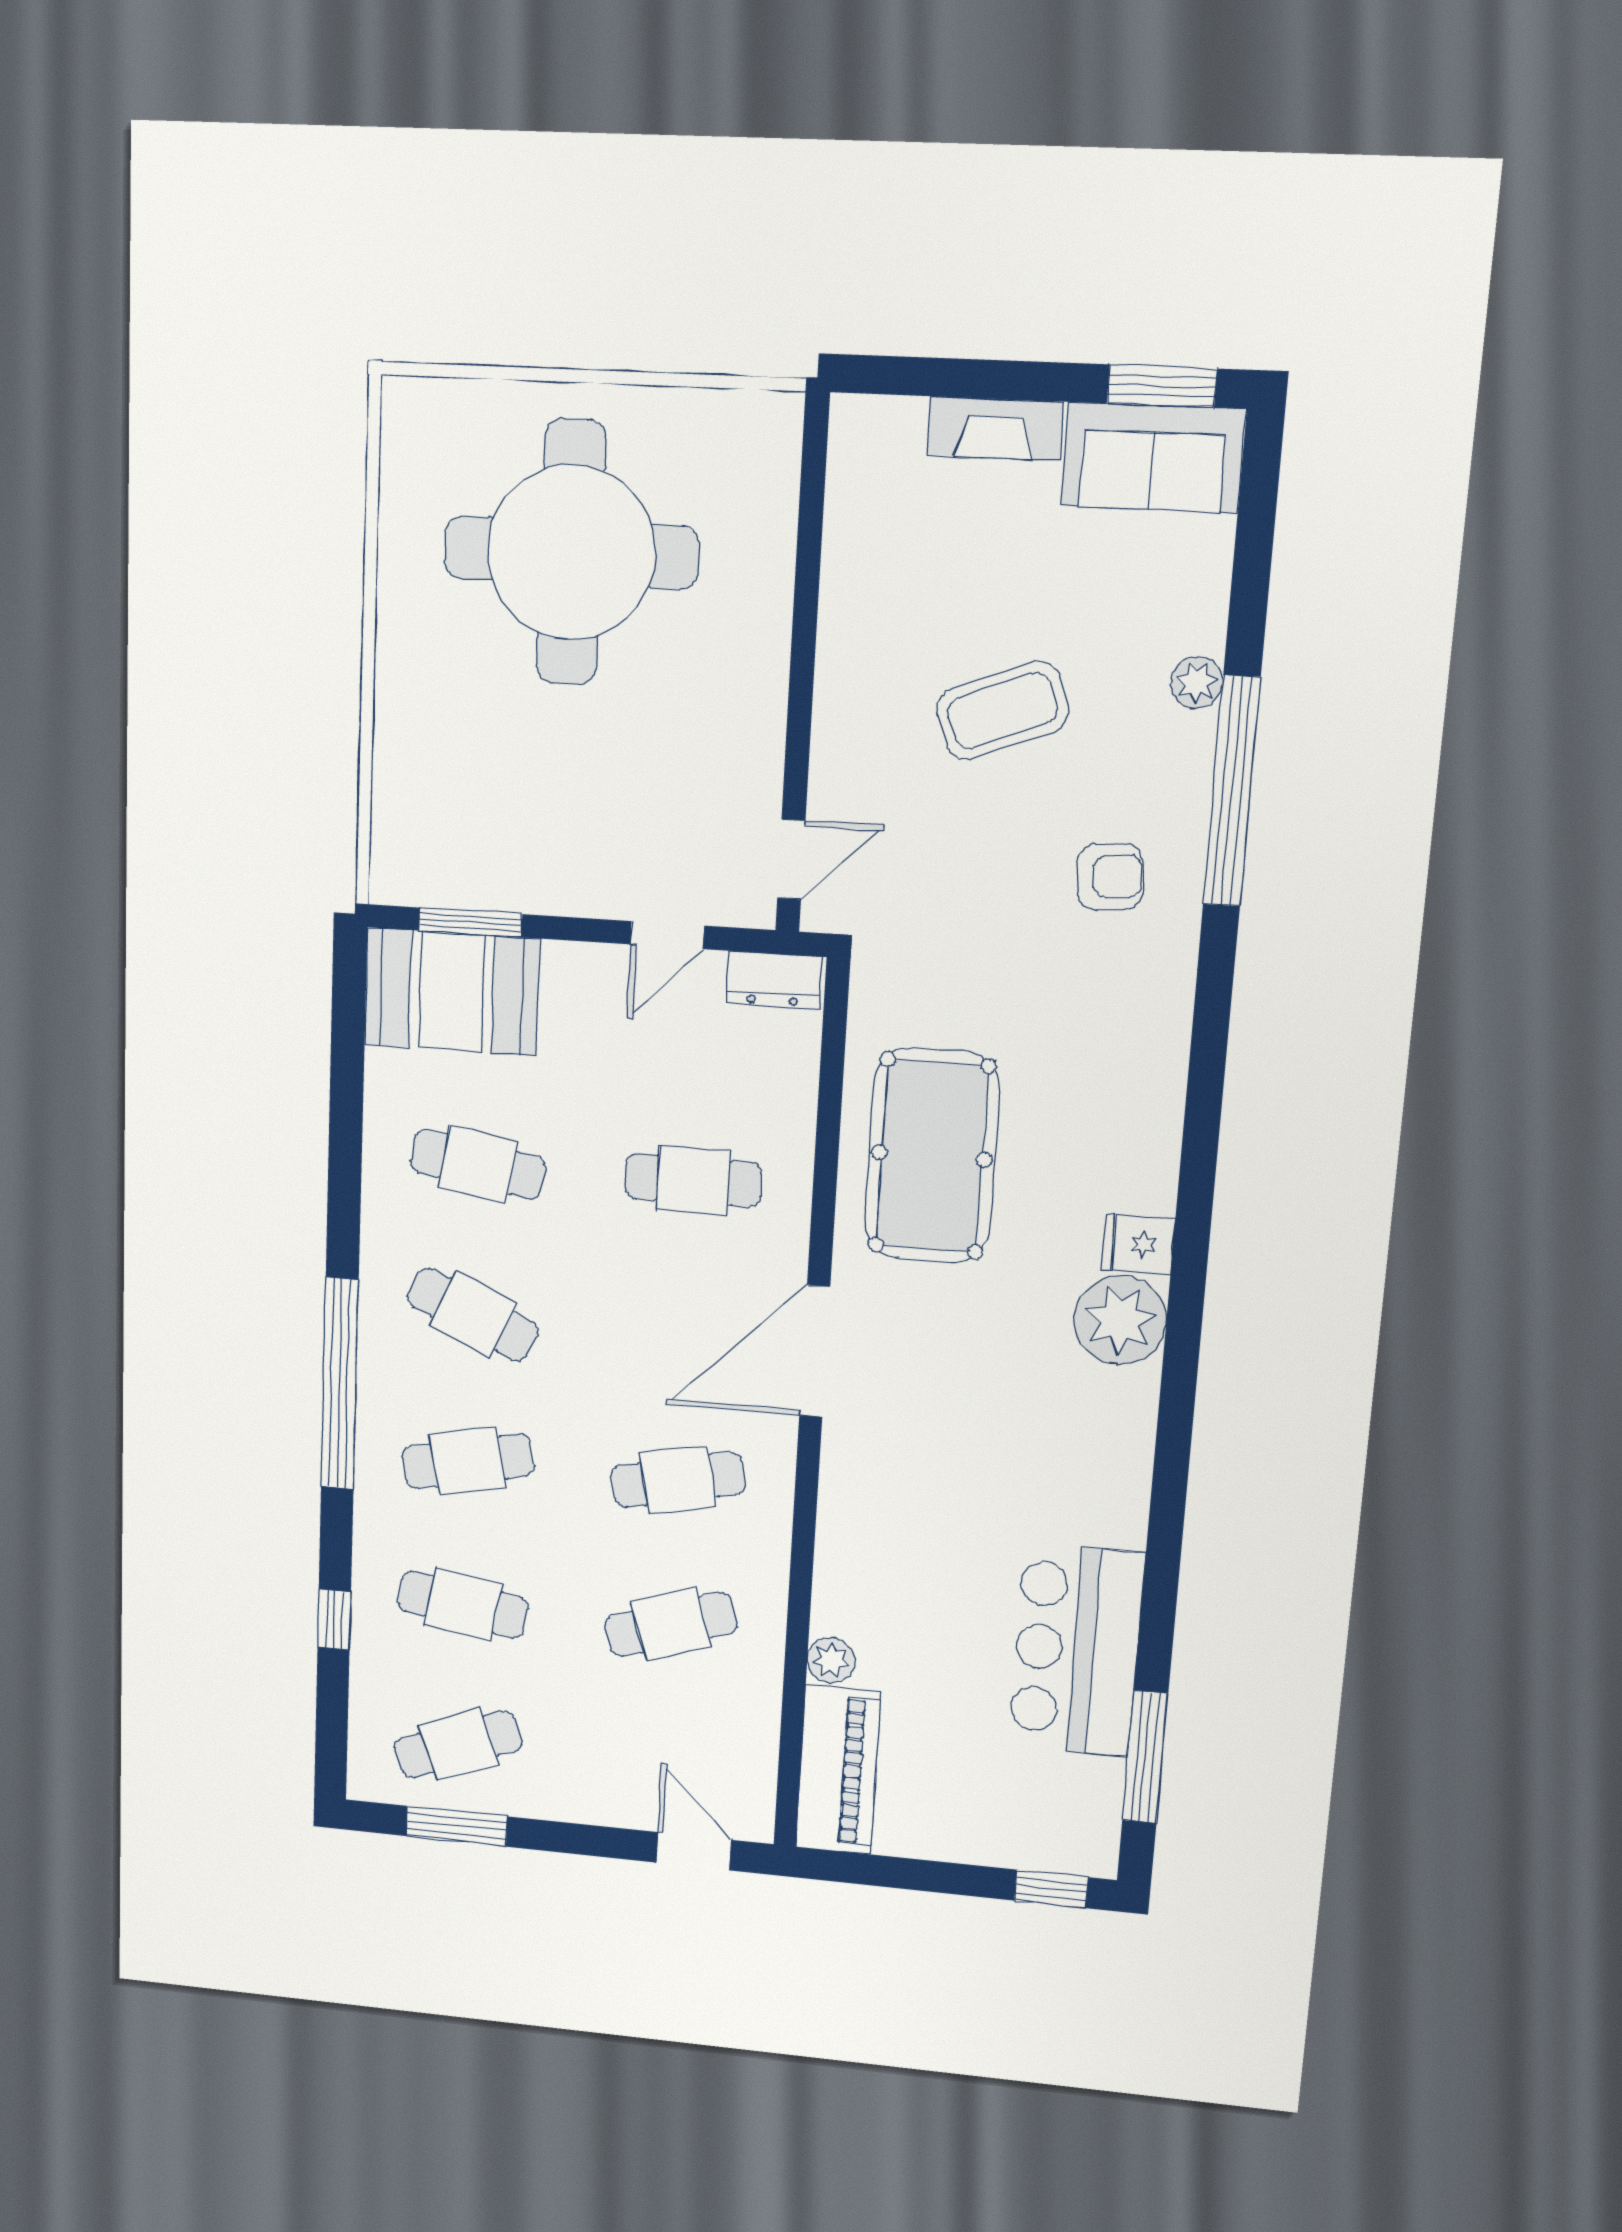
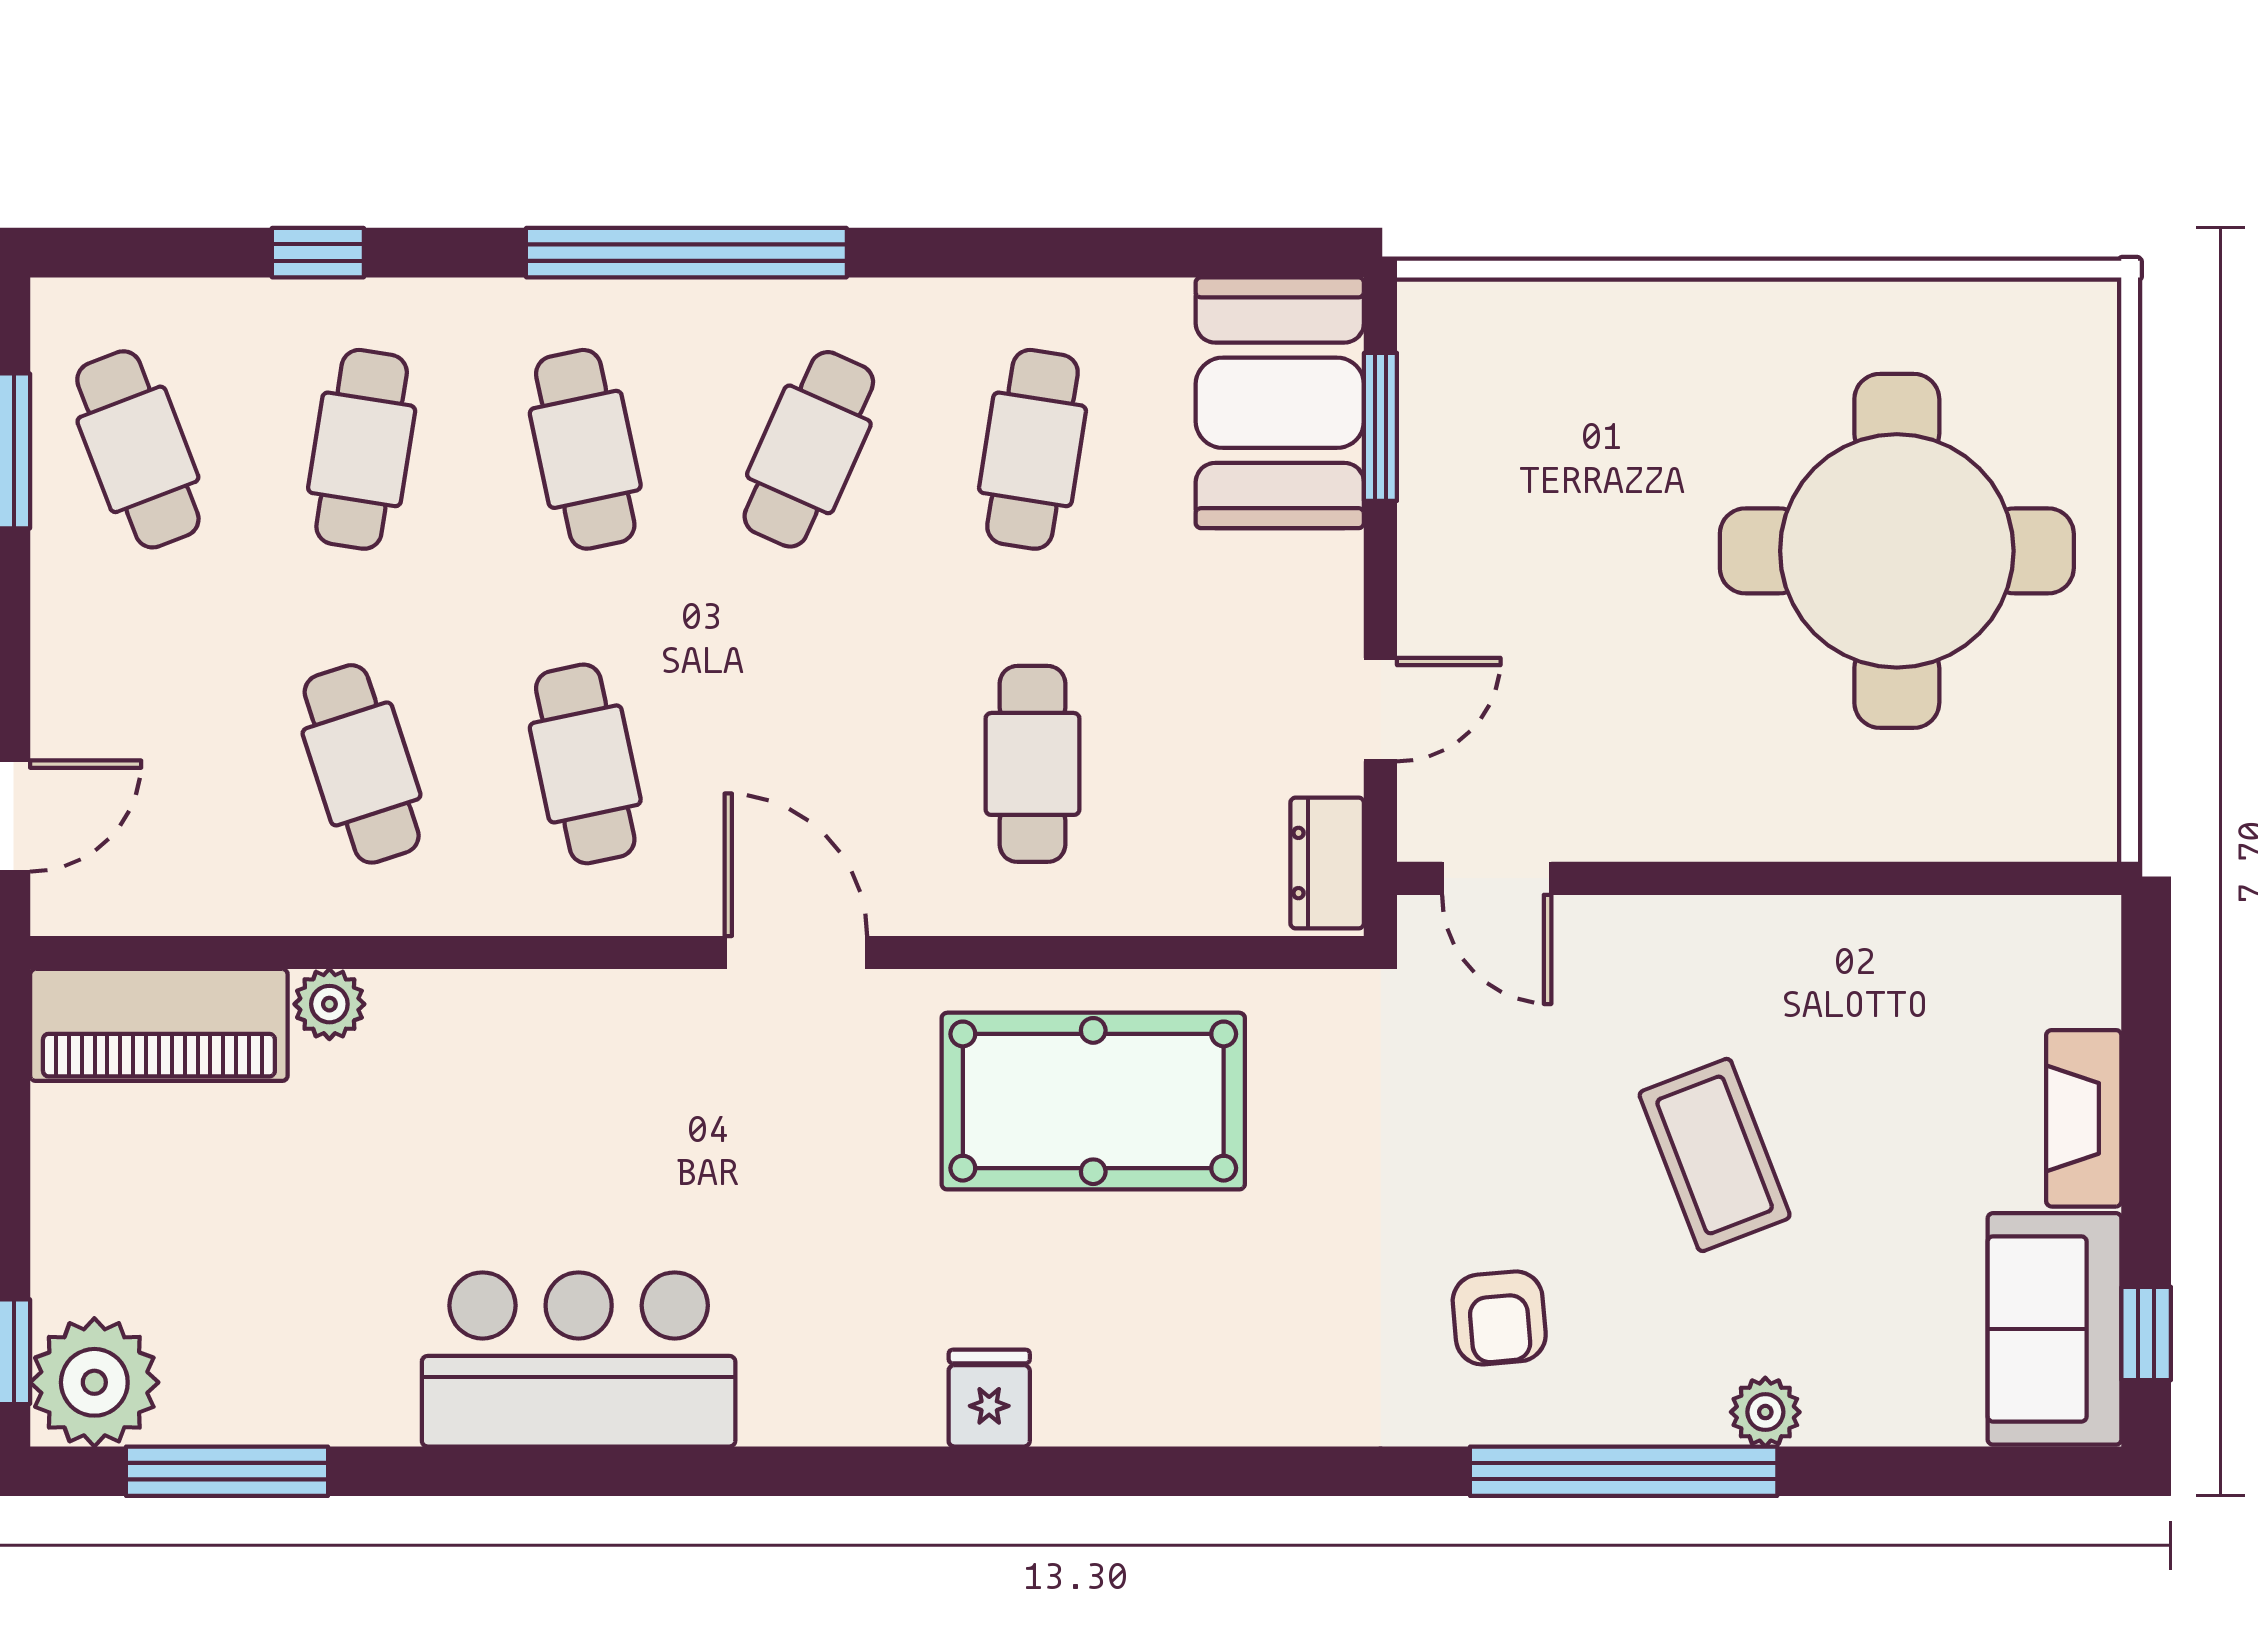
window: (1162, 386) -> (2146, 1334), width x0.67
door: (667, 935) -> (1380, 710), swing flipped
plant: (1120, 1320) -> (94, 1382), moved
door: (815, 1351) -> (796, 952), width x0.73
bar counter: (1076, 1650) -> (579, 1359), moved

